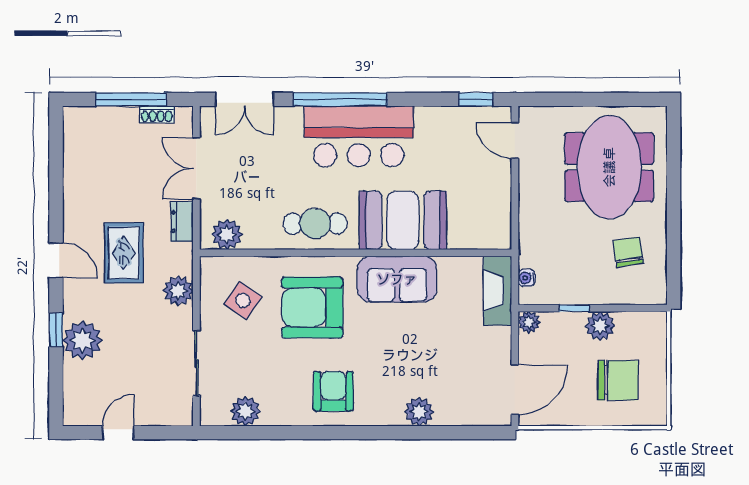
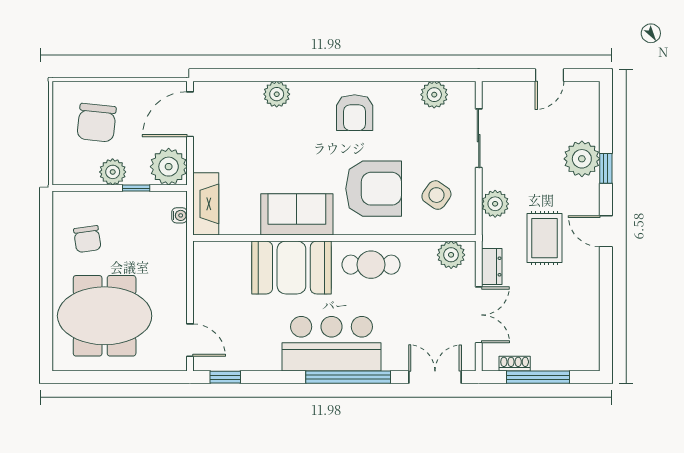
meeting table: (609, 167) -> (105, 316), turned 90
plant: (529, 322) -> (169, 167), width x1.88, depth x1.88
chair: (618, 380) -> (97, 123), turned -84

